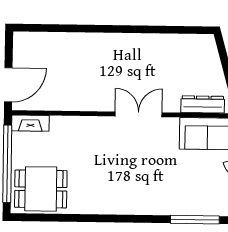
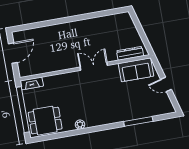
door: (8, 85) -> (13, 53), moved
plant: (97, 207) -> (80, 125), added

